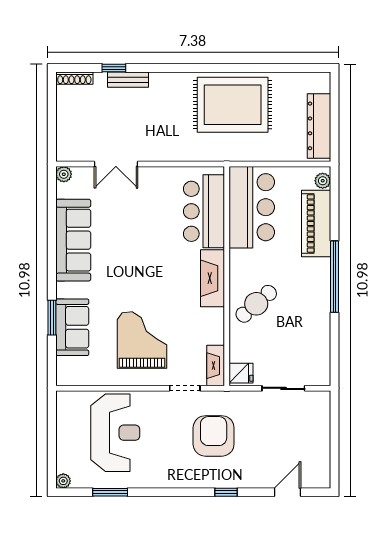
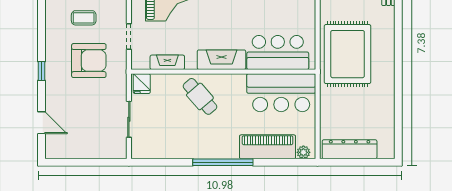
rug: (233, 105) -> (348, 54), moved
fireplace: (216, 366) -> (167, 62), moved
coffee table: (163, 442) -> (84, 18), added

